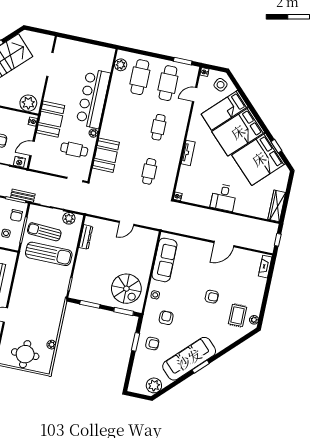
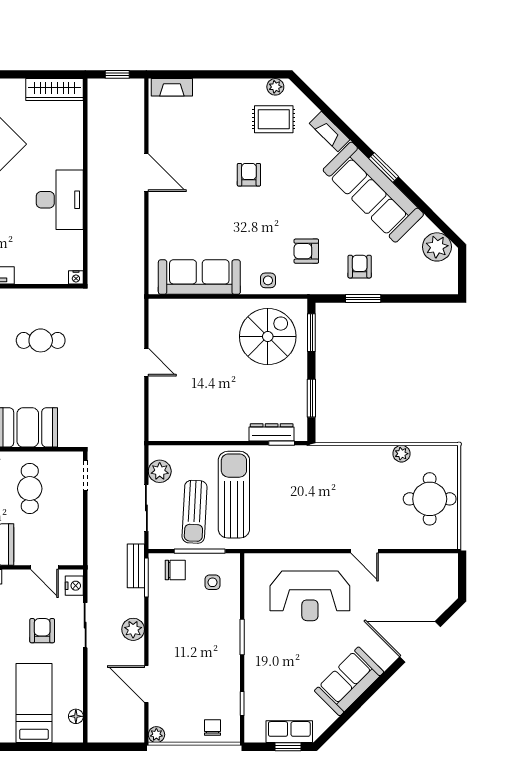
desk: (224, 197) -> (60, 200), width x1.37
dresser: (86, 237) -> (272, 432), moved
fireplace: (225, 343) -> (330, 132), added

